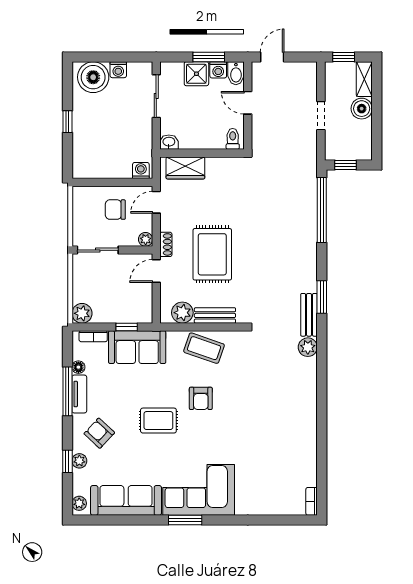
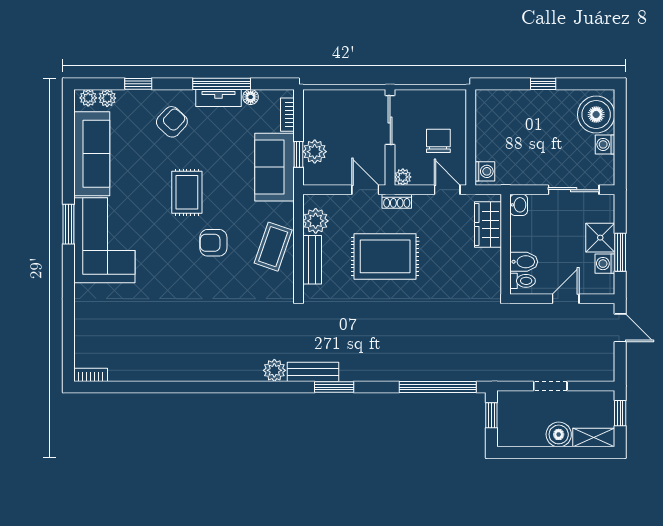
bidet: (236, 73) -> (524, 262), moved, turned 180
plant: (82, 313) -> (315, 152), moved
plant: (79, 461) -> (107, 98), moved

